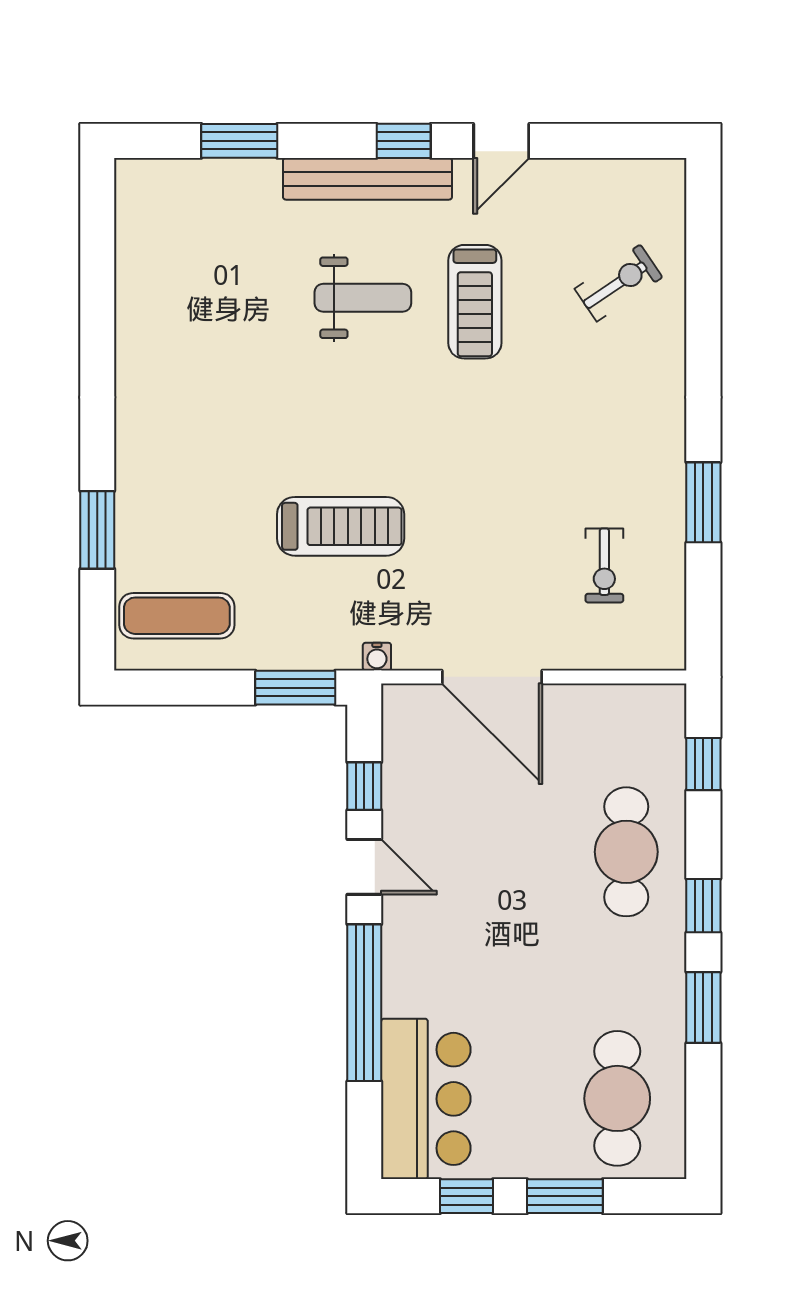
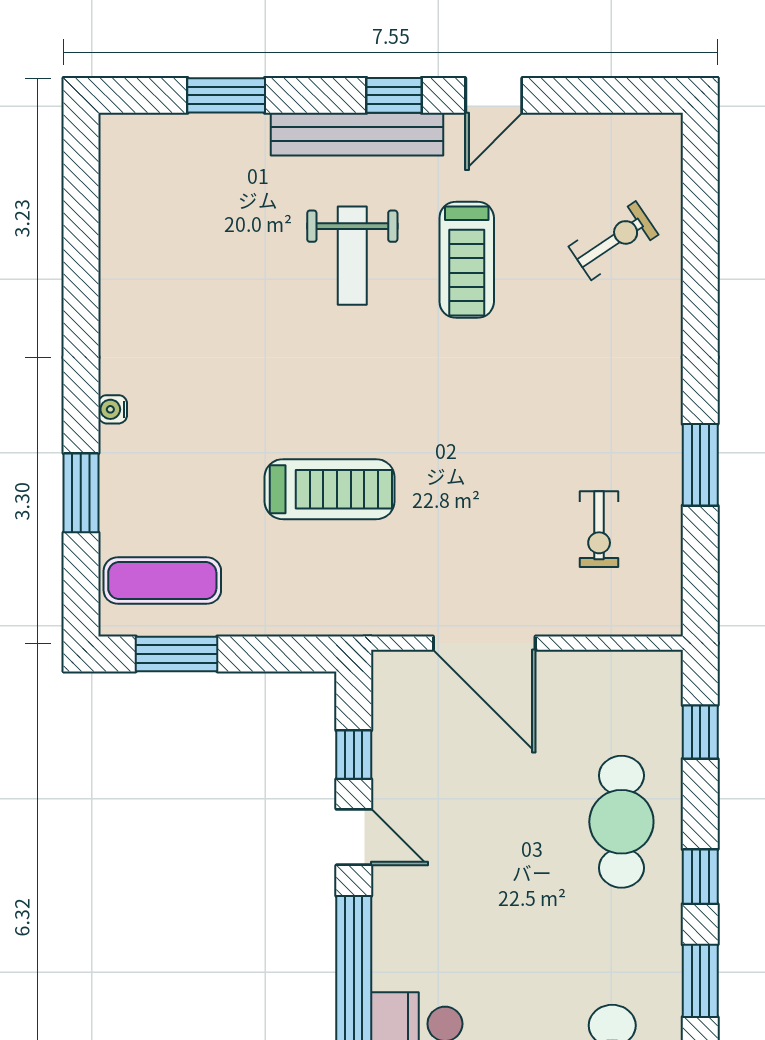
weight bench: (363, 298) -> (352, 256), turned 90
water cooler: (377, 657) -> (113, 409), moved, turned 90
window: (295, 688) -> (177, 654), moved

